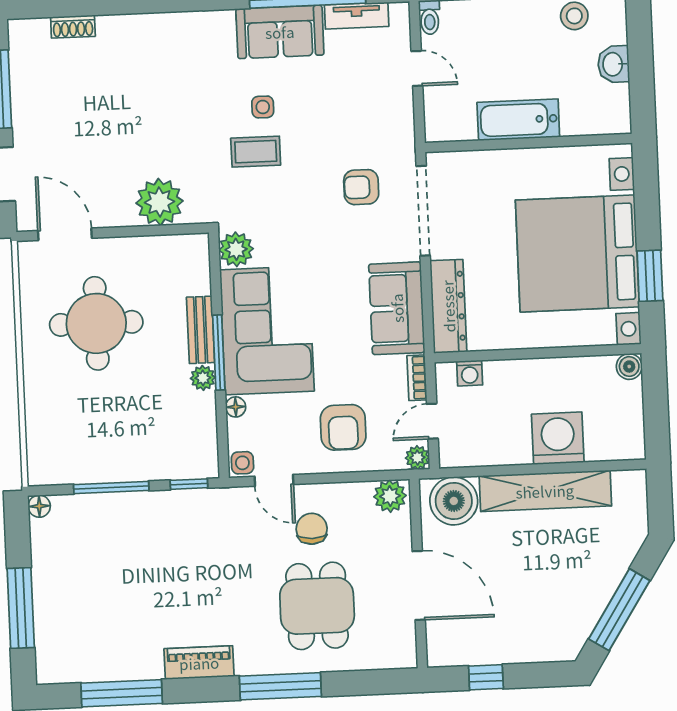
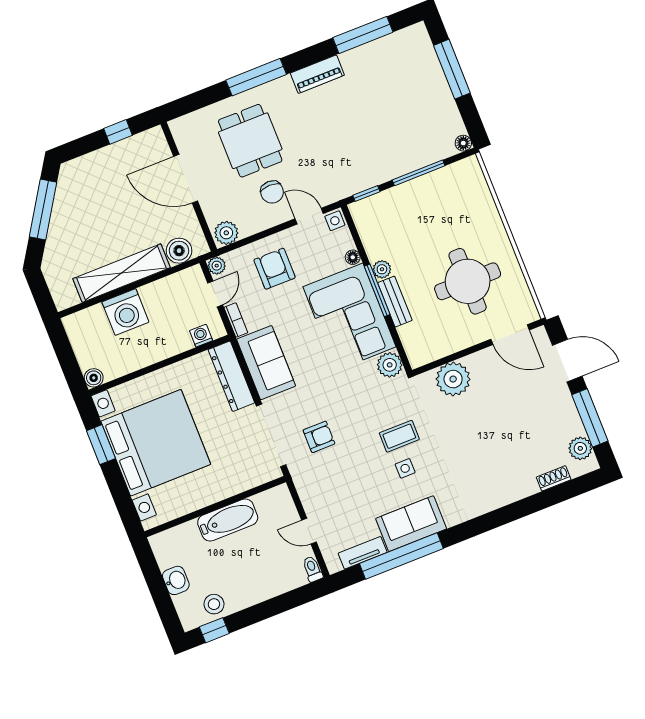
plant: (24, 54) -> (580, 448), added
boiler: (454, 501) -> (179, 251), width x0.73, depth x0.73

